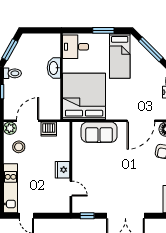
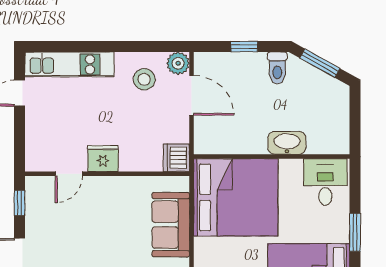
dishwasher: (49, 129) -> (176, 158), moved

